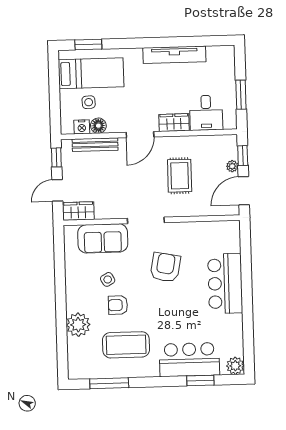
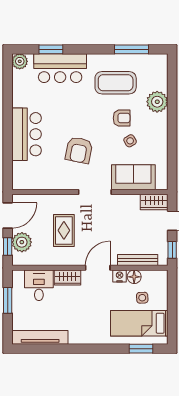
tv unit: (174, 55) -> (40, 337), moved
nightstand: (82, 127) -> (120, 276), moved
plant: (232, 166) -> (22, 242), width x1.88, depth x1.88

